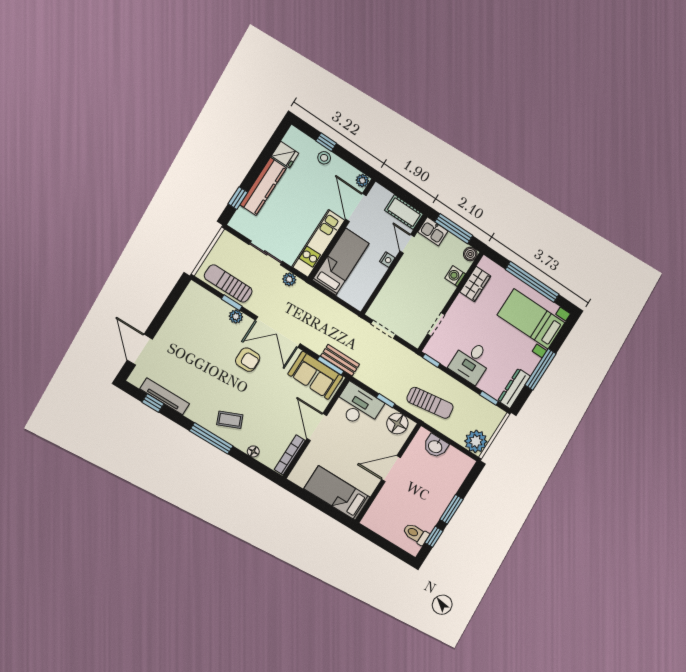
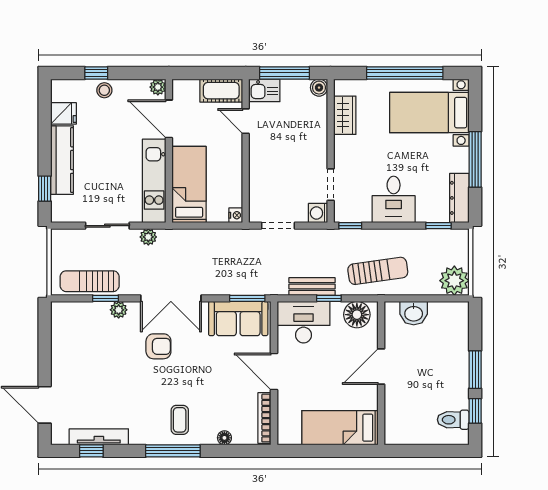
nightstand: (387, 260) -> (236, 215), moved
washing machine: (455, 276) -> (318, 213), moved
bench: (340, 360) -> (312, 286), moved
coffee table: (230, 420) -> (180, 420), turned -67

